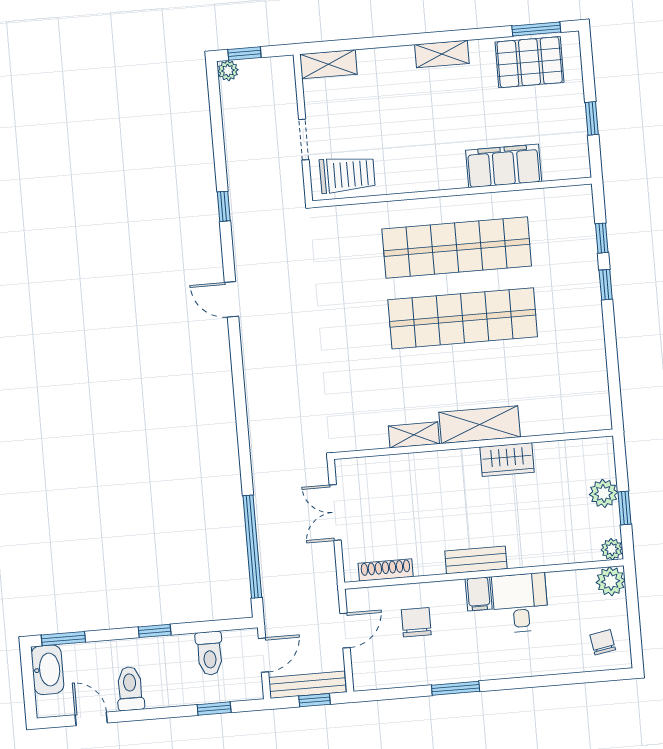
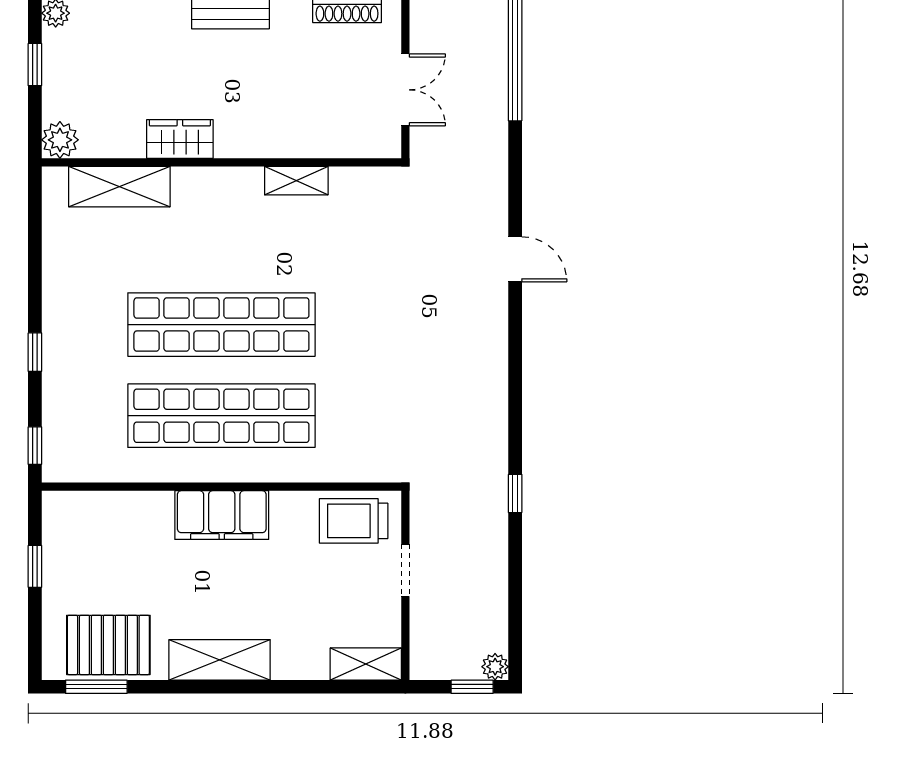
shelving: (442, 54) -> (220, 660), width x1.50, depth x1.33
filing cabinet: (504, 166) -> (222, 515), moved
window: (602, 238) -> (35, 446), moved
door: (232, 299) -> (515, 259), moved
shelving: (480, 425) -> (119, 187), moved
plant: (604, 493) -> (60, 140), moved

